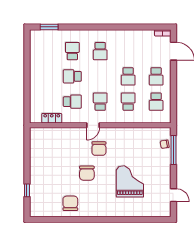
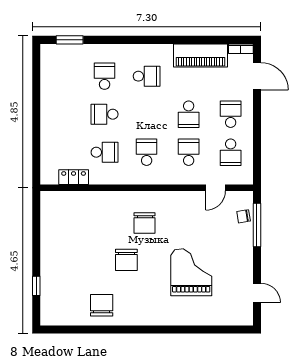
piano: (136, 37) -> (200, 55), added
school desk: (100, 51) -> (147, 76), turned -90
school desk: (156, 76) -> (231, 114), turned 180
door: (93, 125) -> (216, 188), moved

